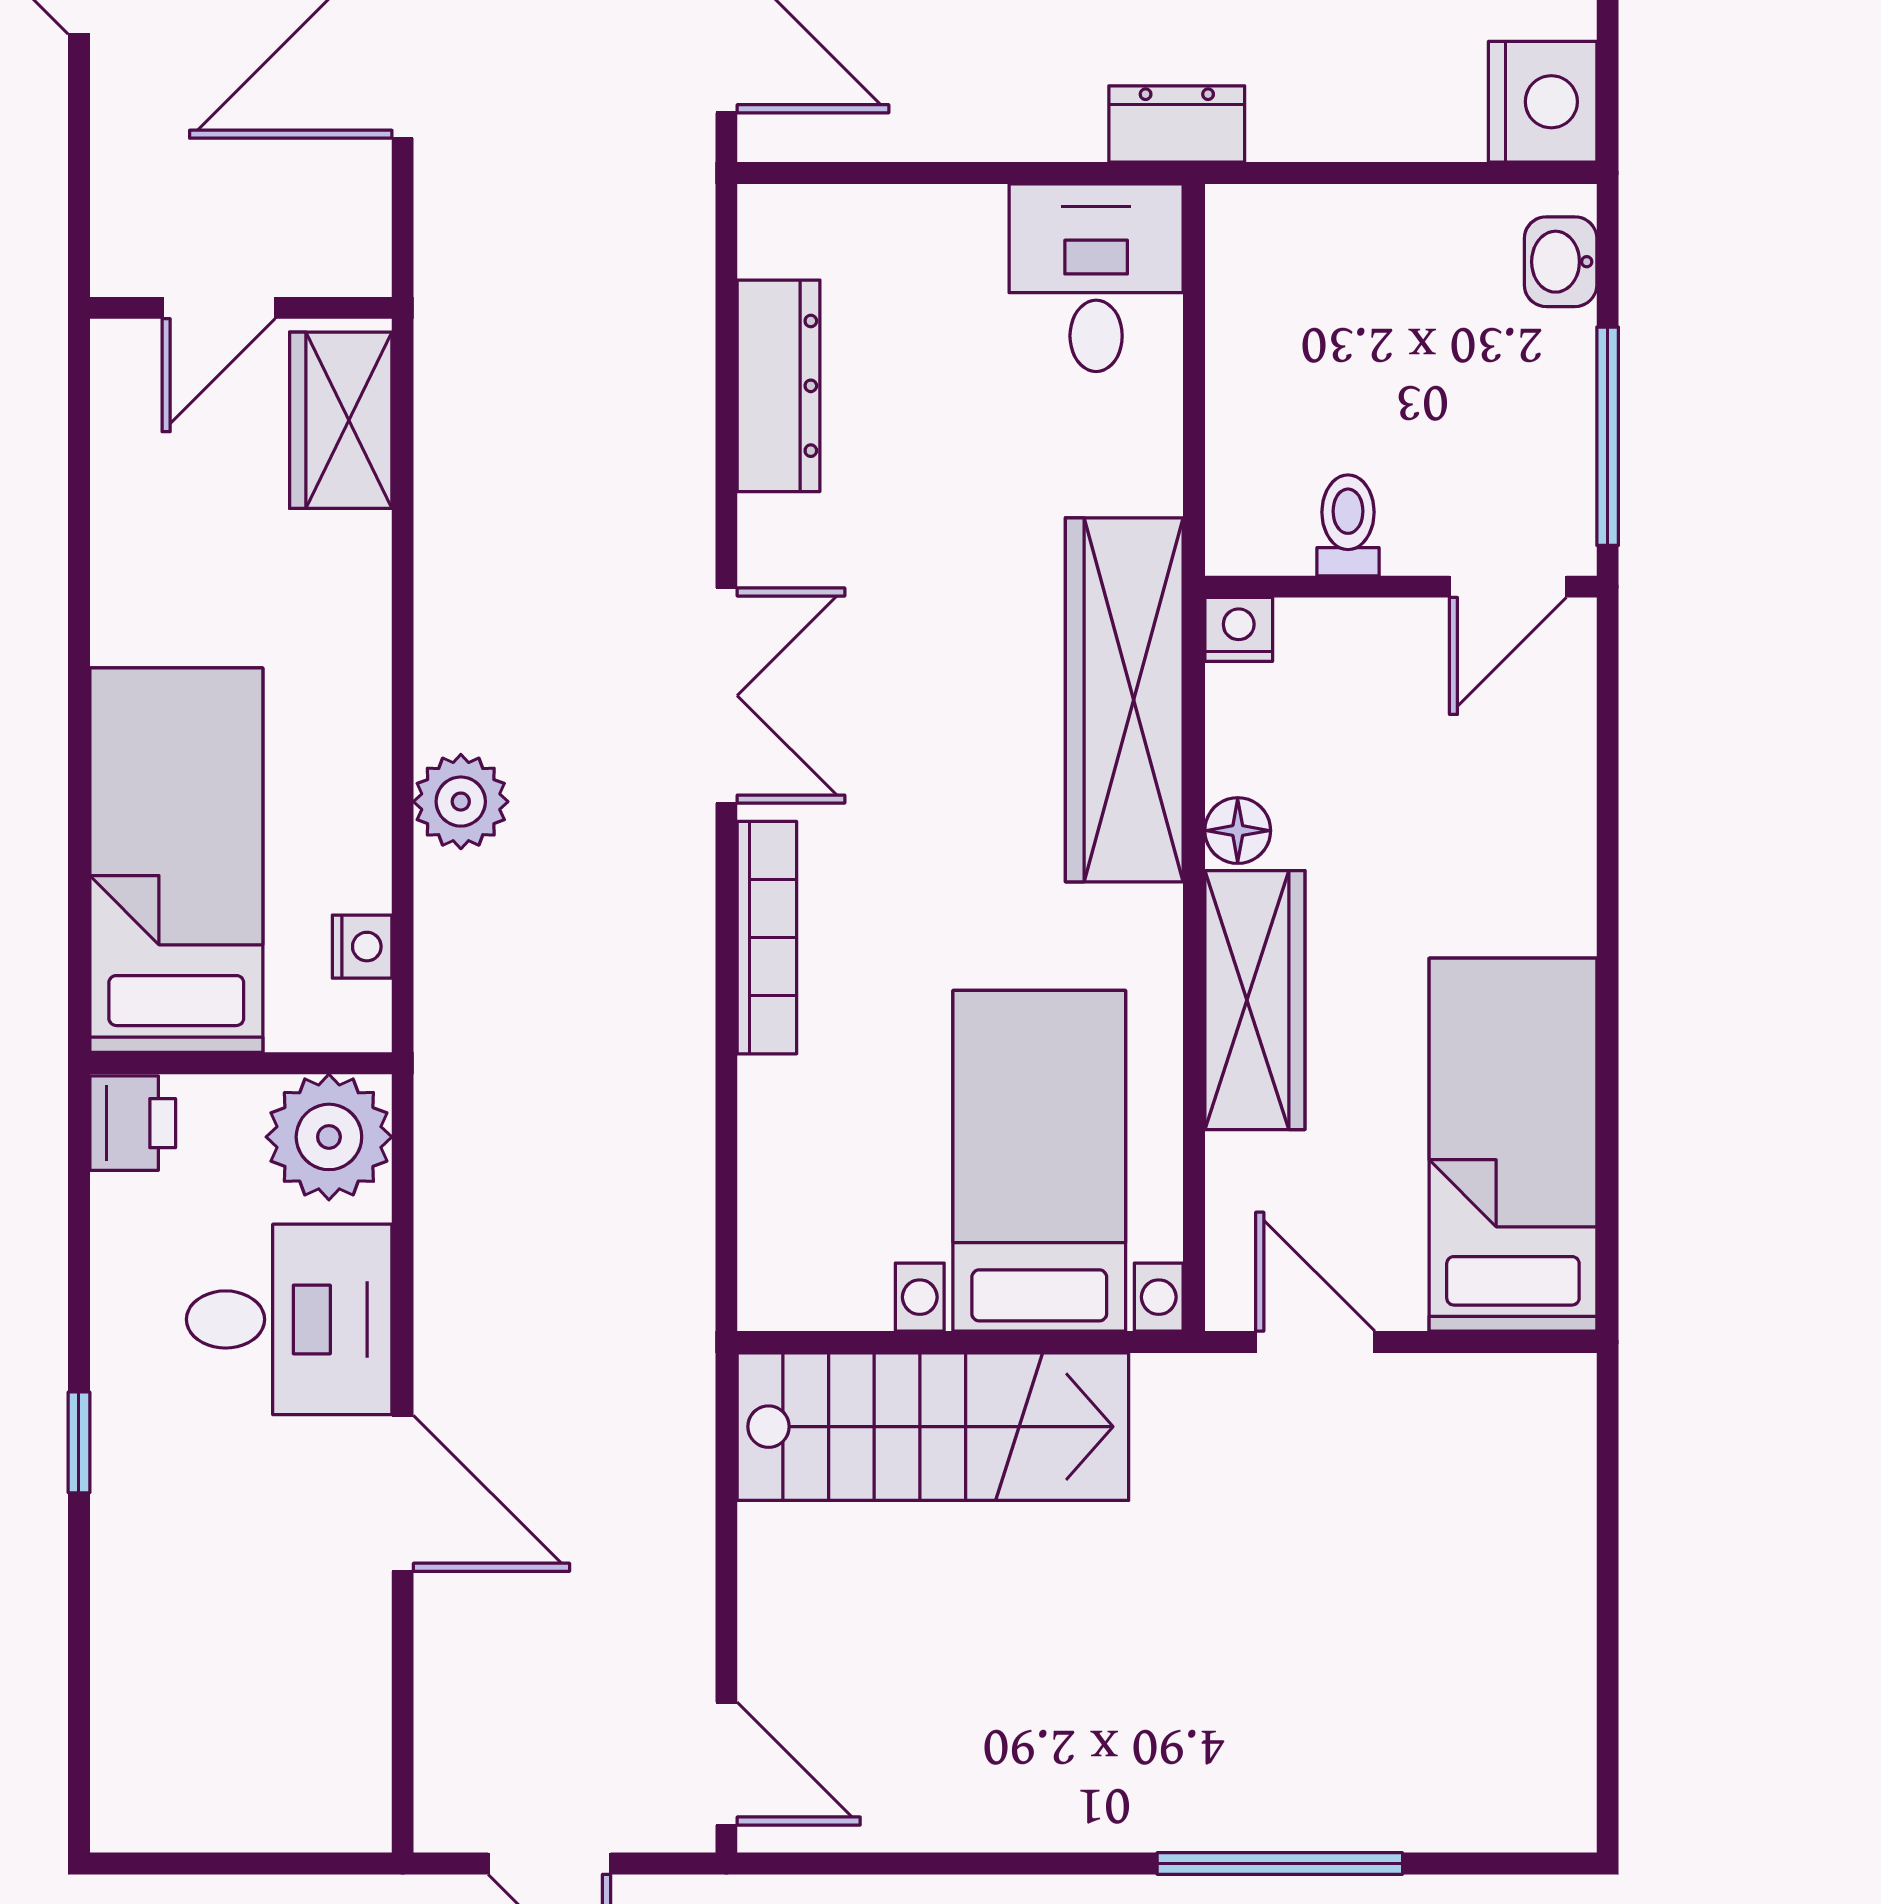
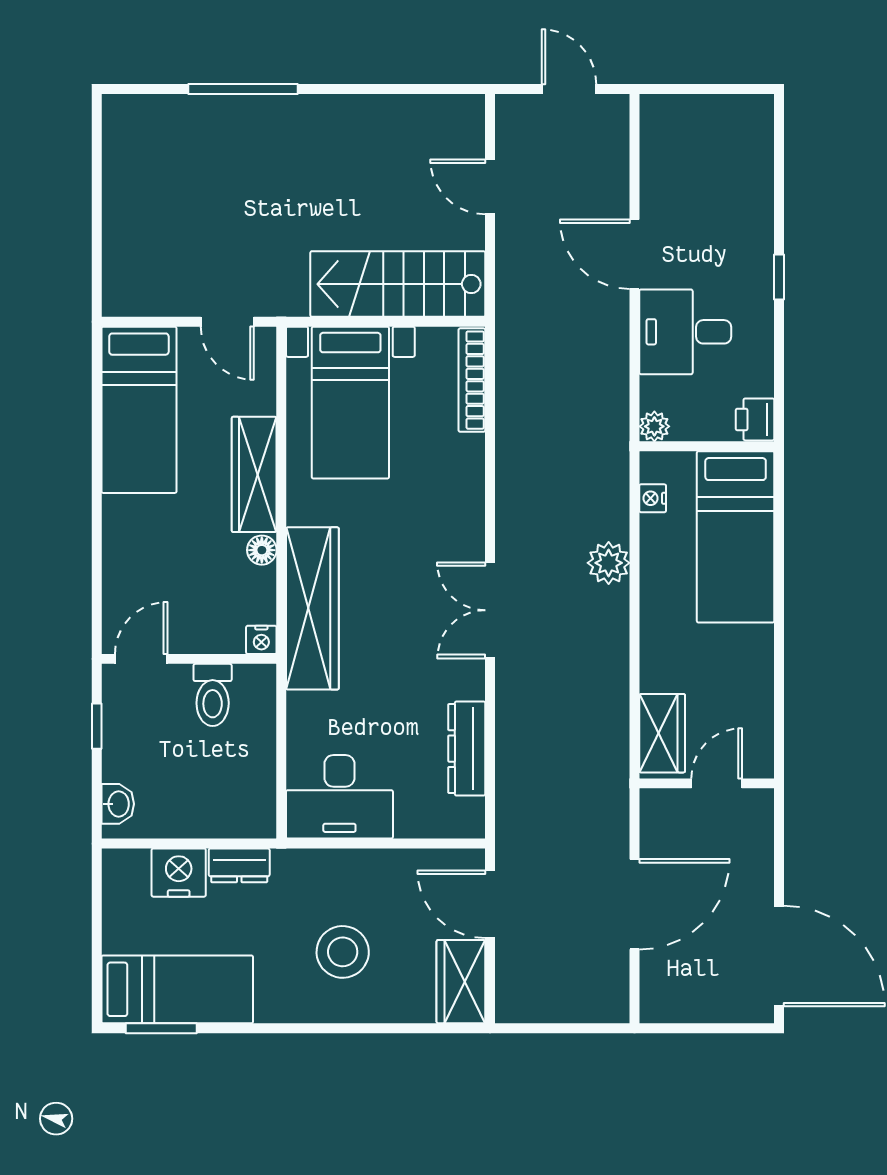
nightstand: (1543, 102) -> (179, 873), moved, turned 90
dresser: (1177, 124) -> (239, 865), moved
desk: (1096, 278) -> (339, 797), width x1.37
window: (1608, 436) -> (97, 726), width x0.46
toilet: (1348, 525) -> (213, 695), width x1.37, depth x1.39
bookcase: (767, 938) -> (472, 380), moved
plant: (329, 1137) -> (654, 426), width x0.53, depth x0.53
door: (726, 1764) -> (490, 187), moved

